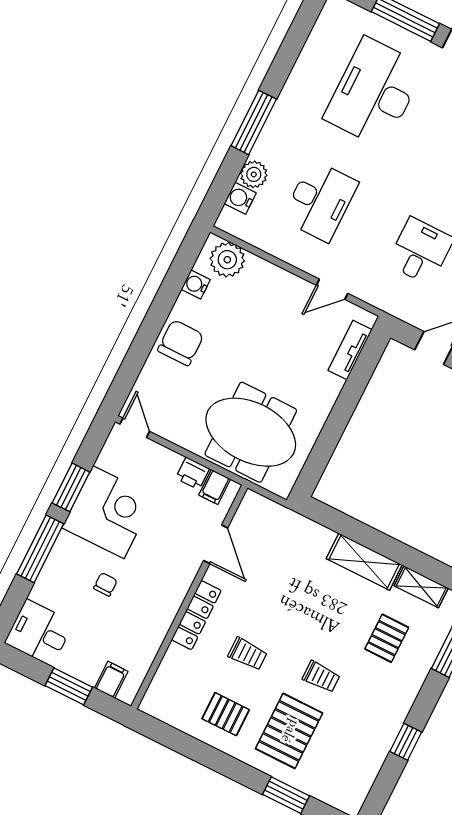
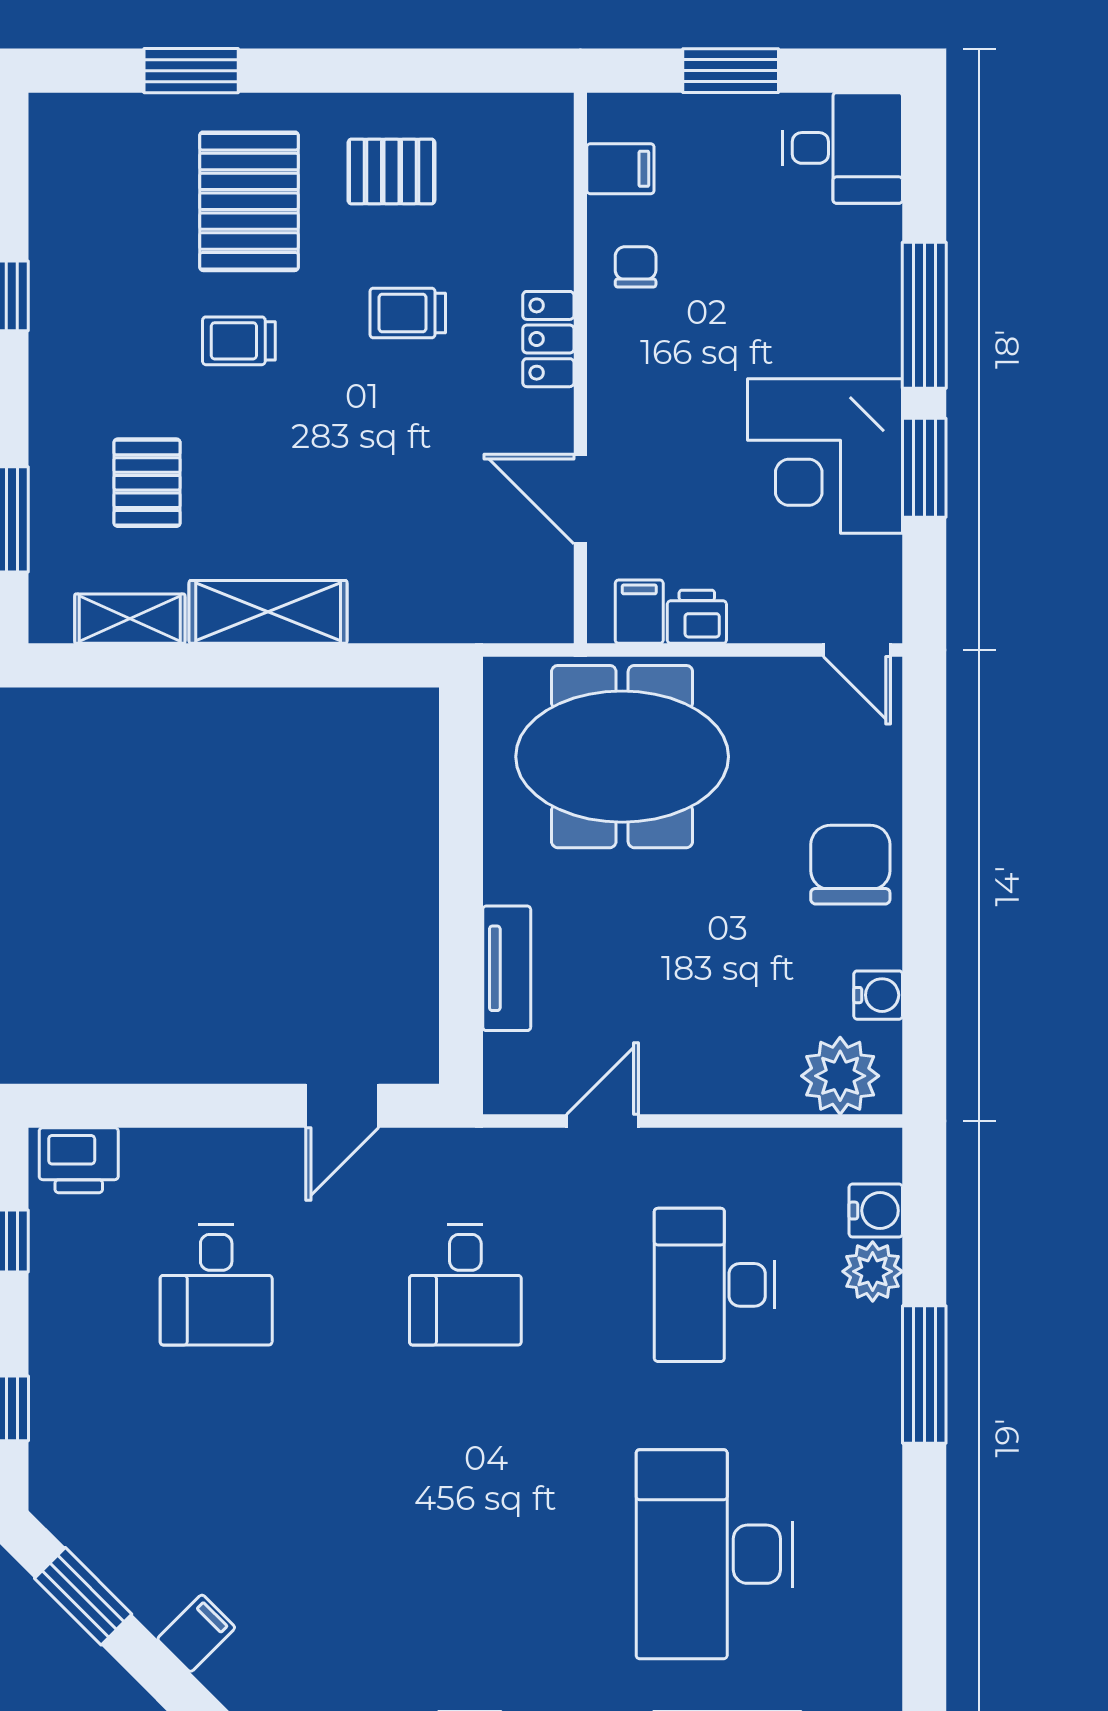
desk: (374, 92) -> (715, 1554), turned 180
chair: (181, 343) -> (850, 865), turned 180
tv unit: (350, 350) -> (507, 968), moved
chair: (105, 584) -> (636, 267), moved, turned 180
locker: (196, 615) -> (548, 339), width x0.66
filing cabinet: (111, 680) -> (620, 169), moved, turned -90

